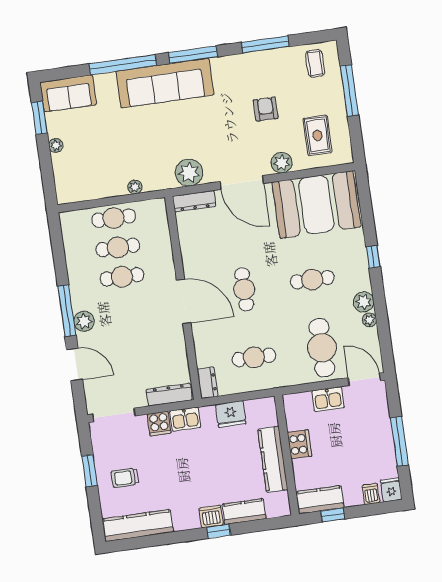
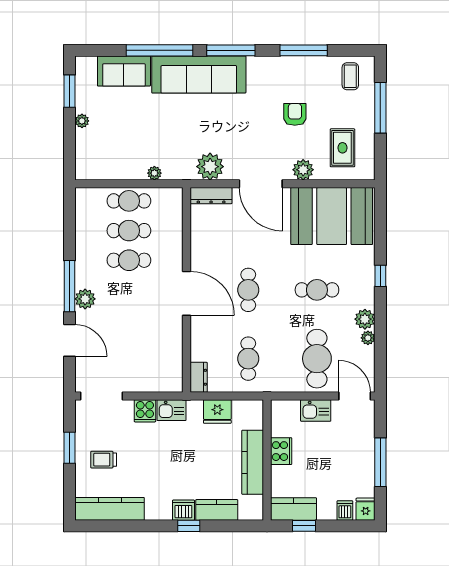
sofa: (68, 93) -> (124, 71), moved
cafe table: (254, 357) -> (248, 359), turned 90
dresser: (169, 395) -> (159, 384), removed

